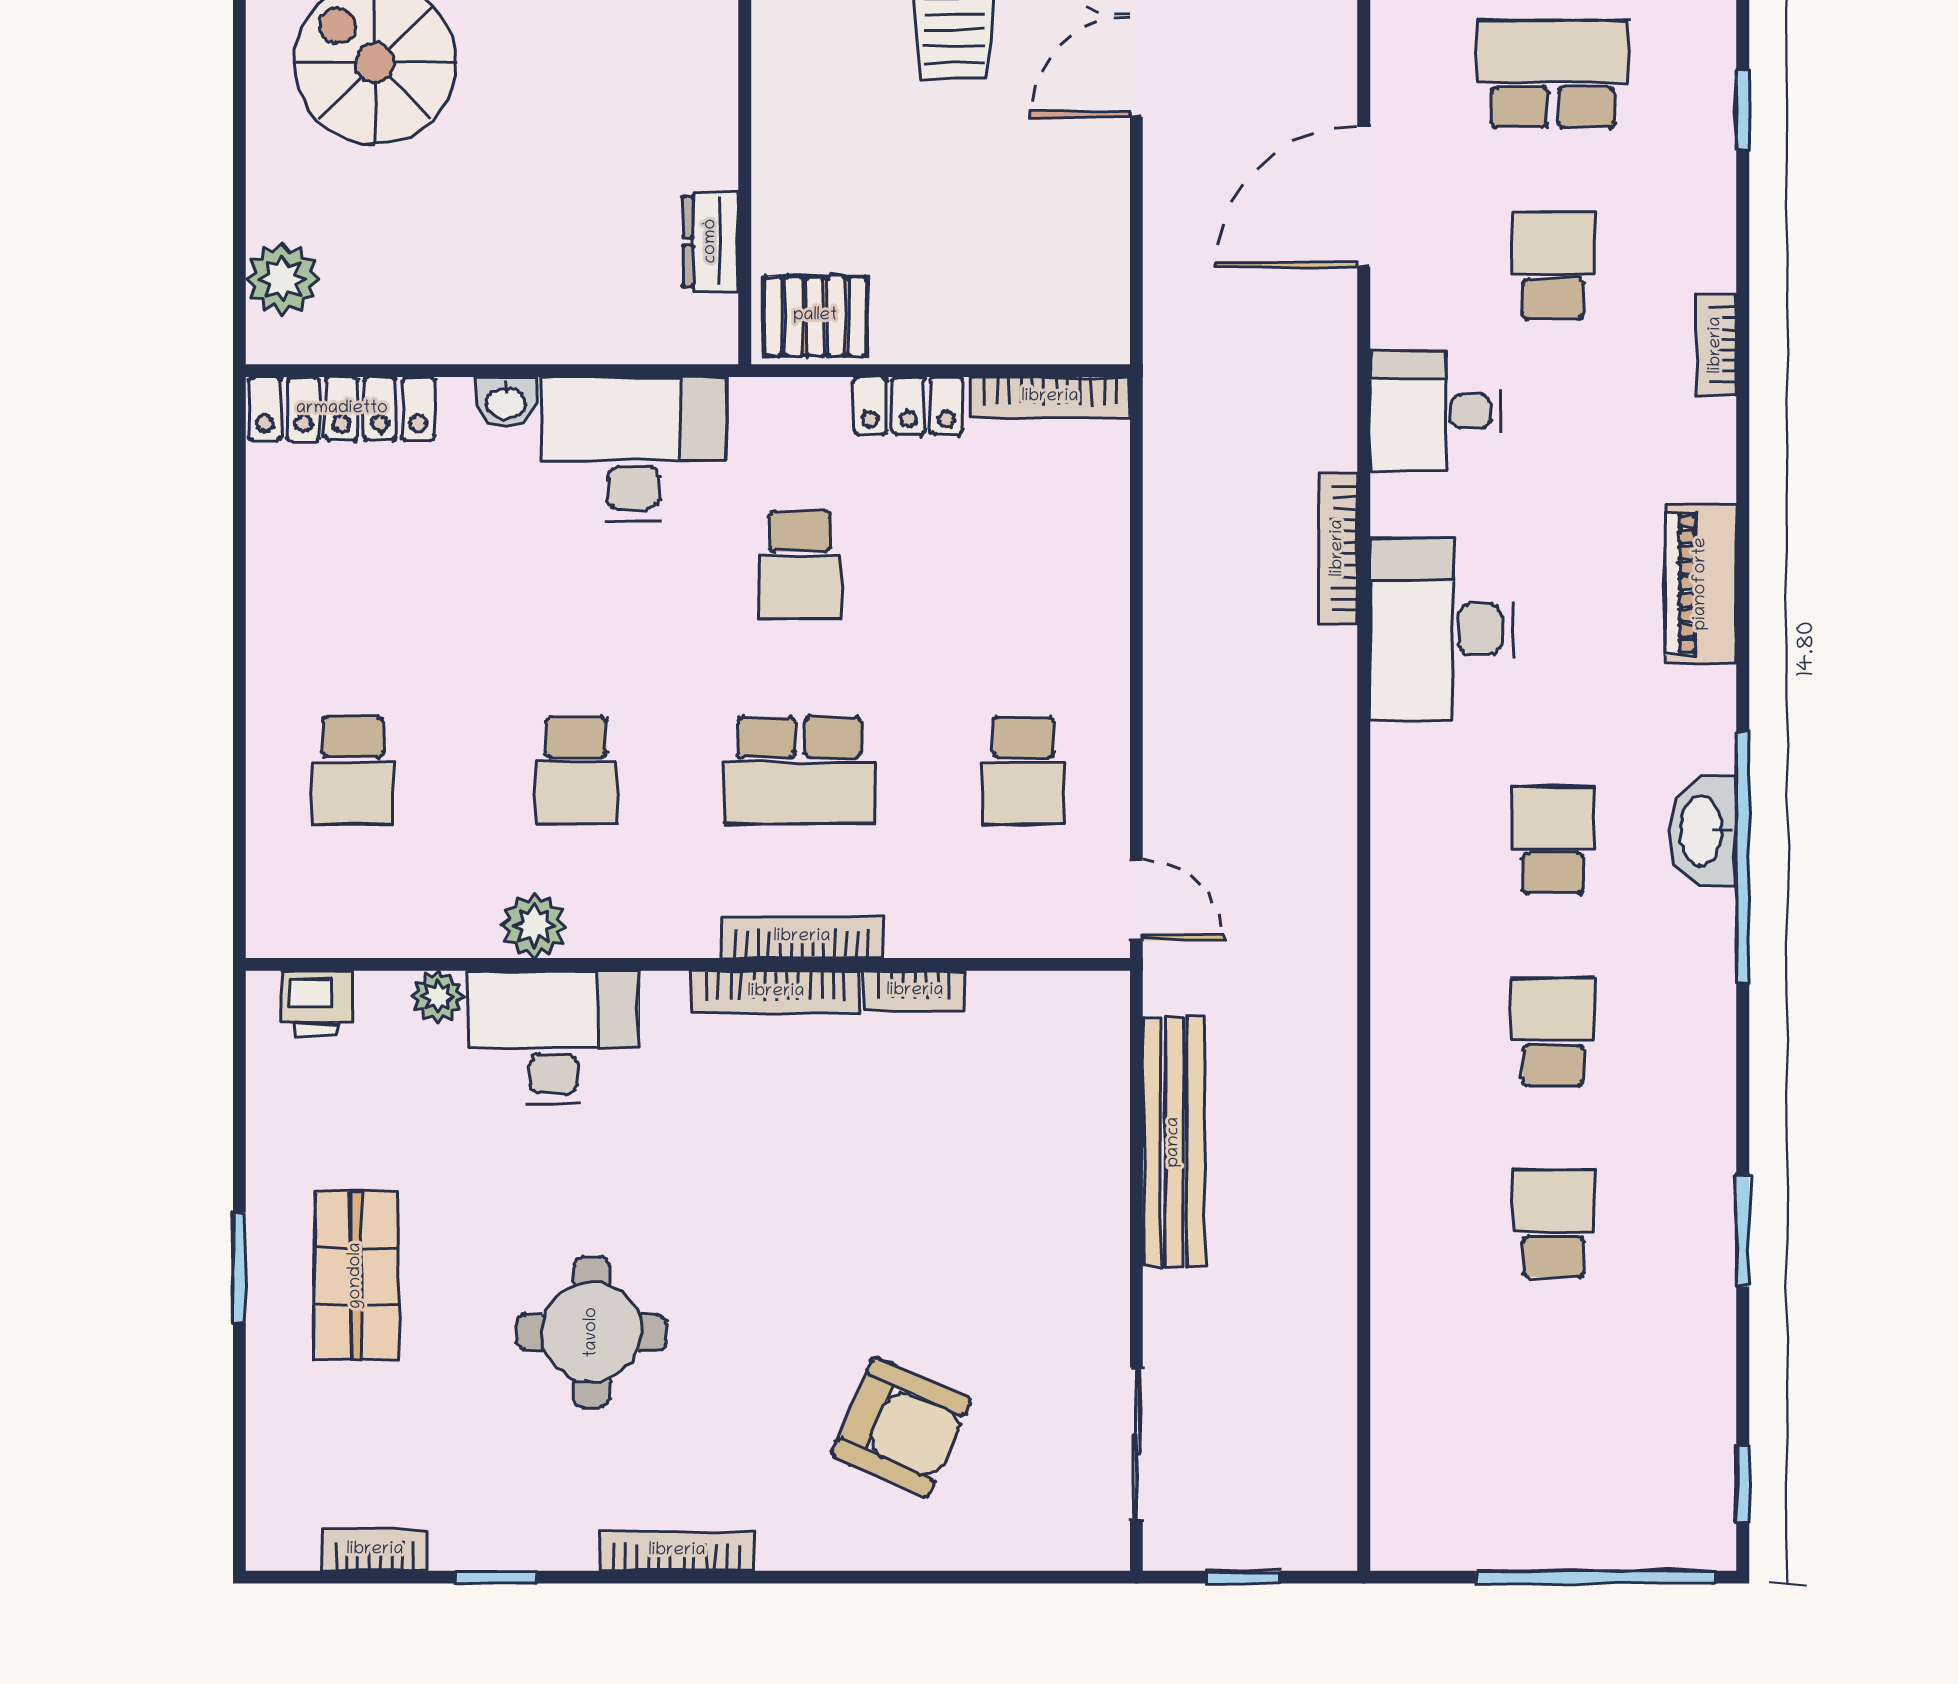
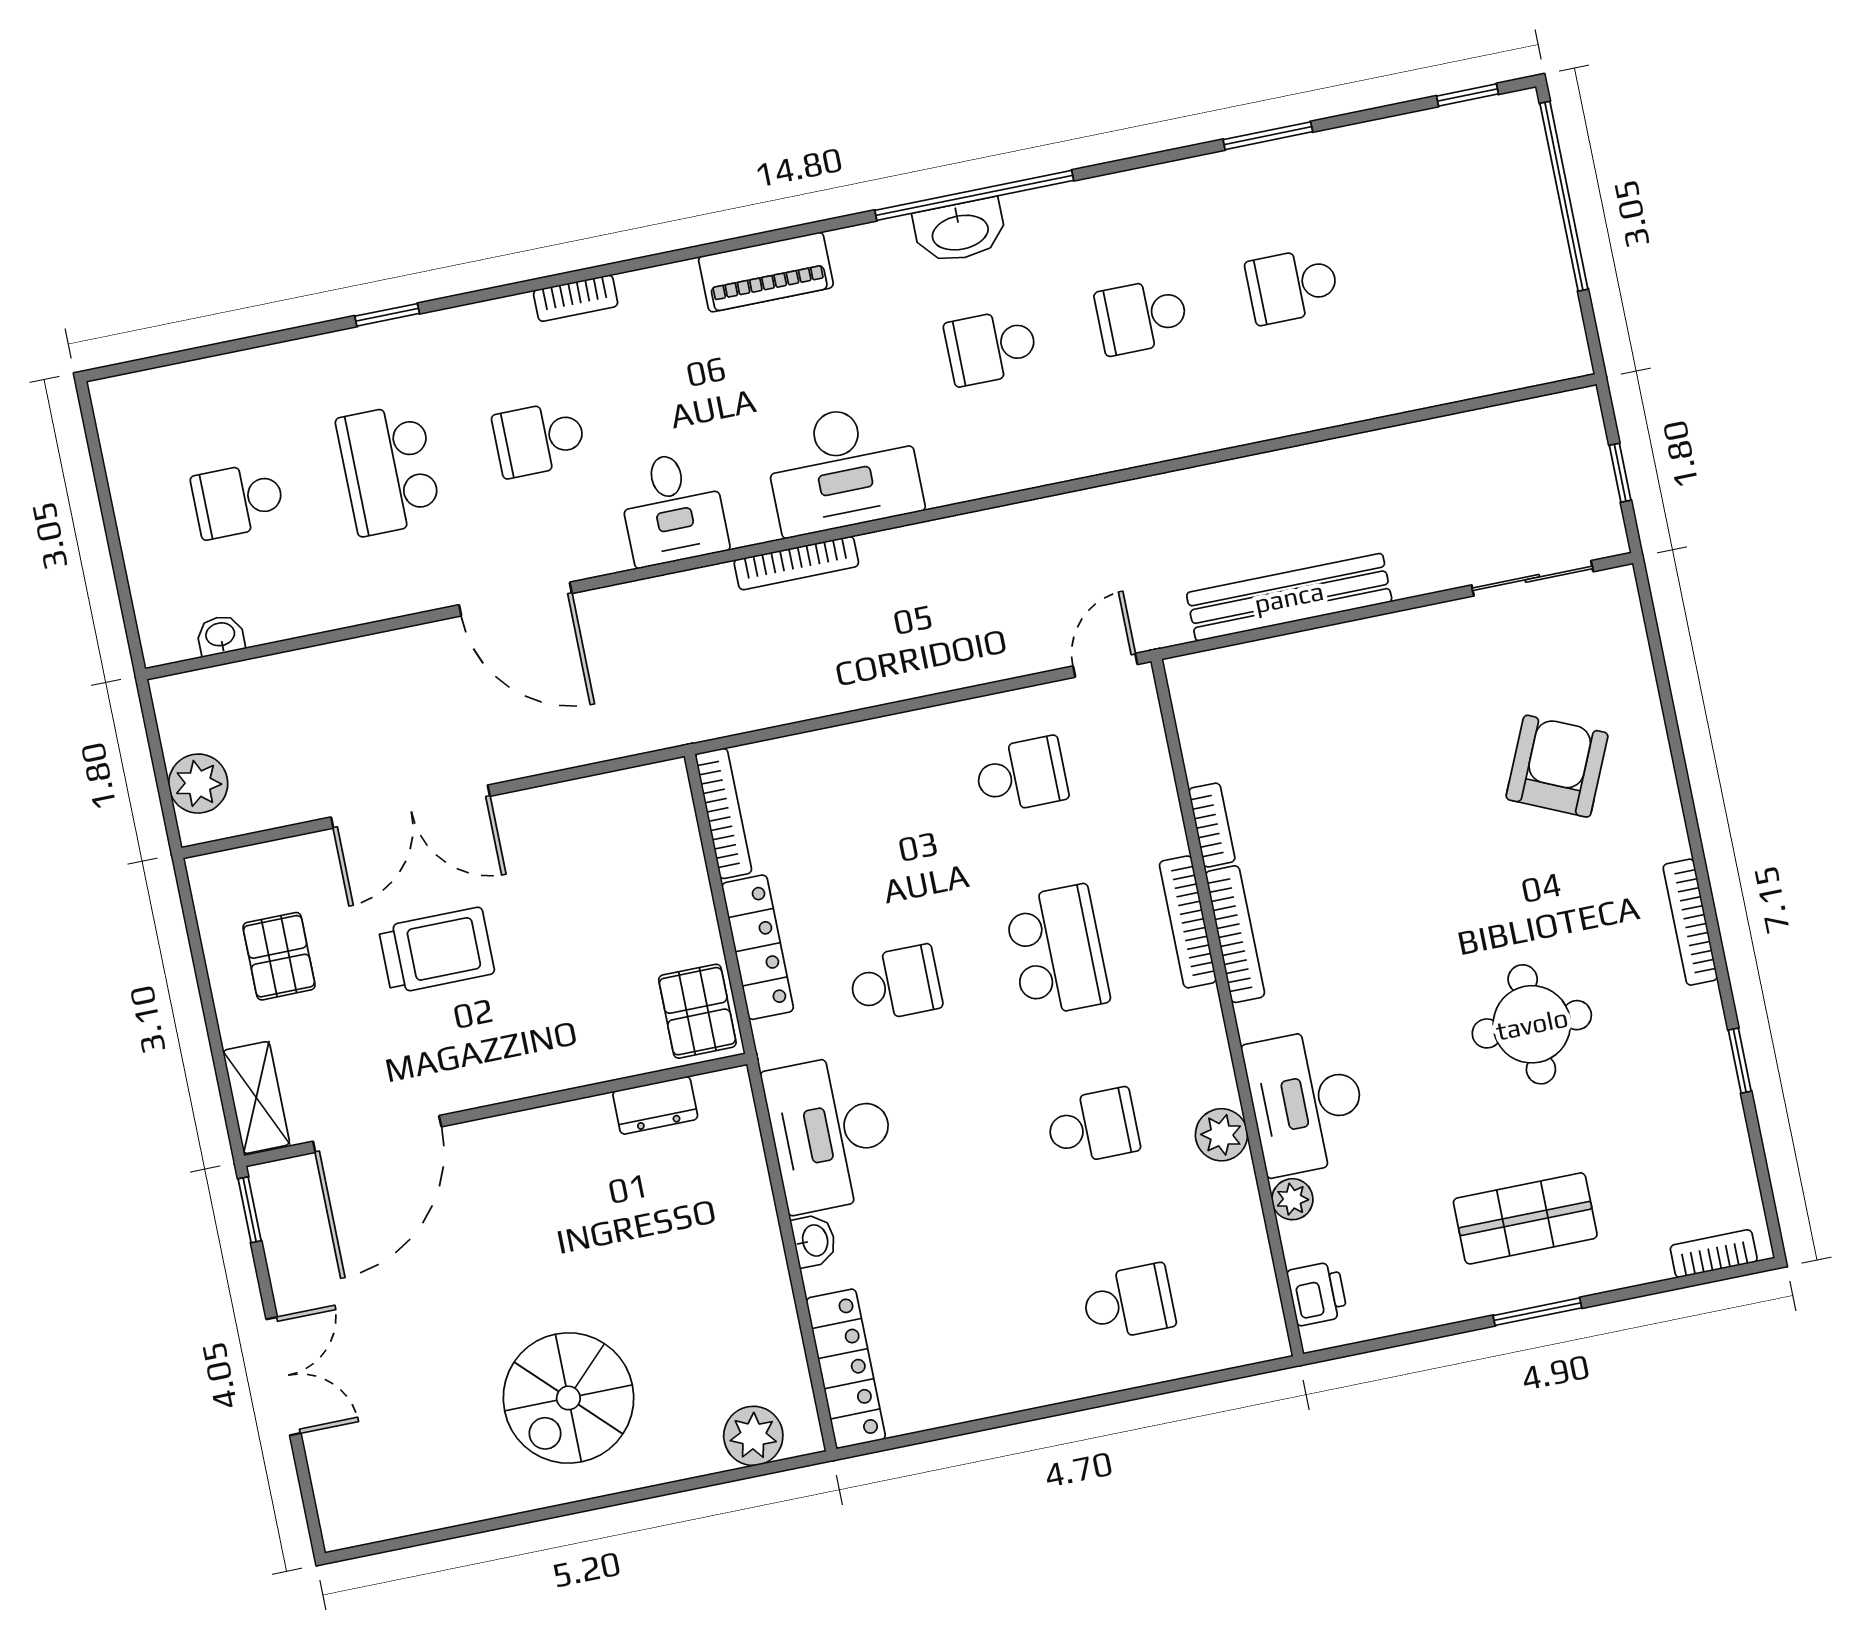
locker: (908, 406) -> (758, 947), width x1.53
bookcase: (375, 1550) -> (1714, 1254), moved, turned 90

